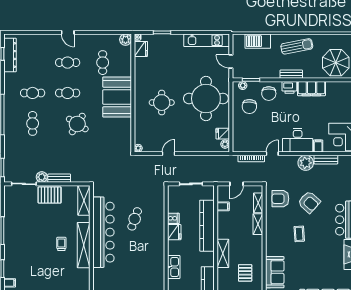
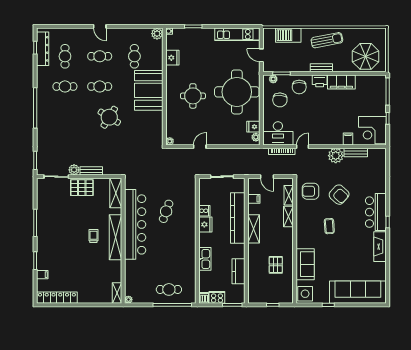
fridge: (141, 49) -> (172, 58), moved
cafe table: (33, 123) -> (65, 56), moved
desk: (298, 140) -> (278, 133), moved
door: (236, 184) -> (267, 177), hinge flipped
shelving: (223, 253) -> (254, 229), moved

